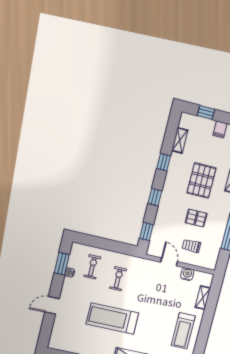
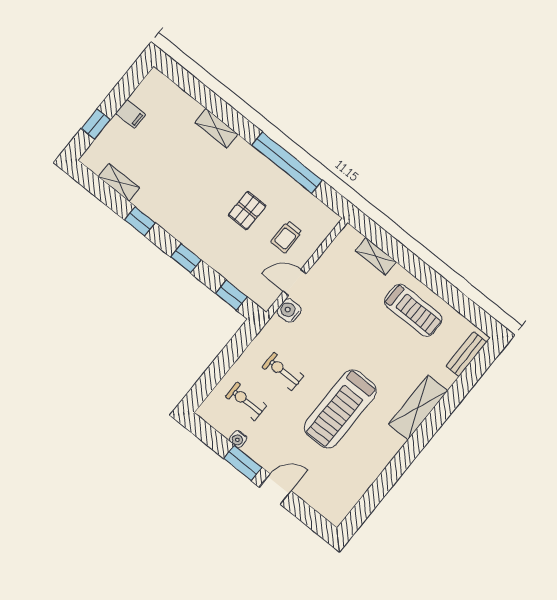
pallet: (201, 180) -> (194, 177), removed
window: (62, 264) -> (243, 463), moved
water cooler: (187, 274) -> (289, 311), moved
door: (52, 305) -> (275, 489), swing flipped

